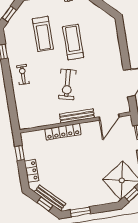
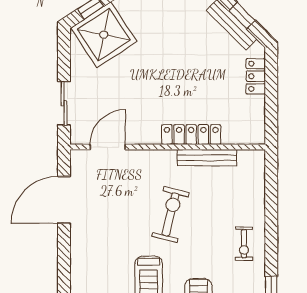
bench: (77, 116) -> (207, 158), moved
window: (20, 153) -> (271, 110), removed

